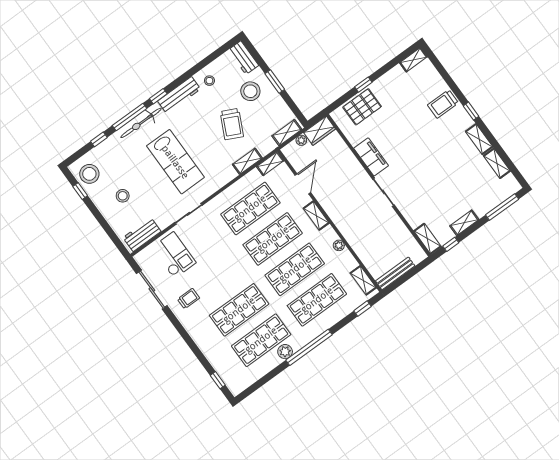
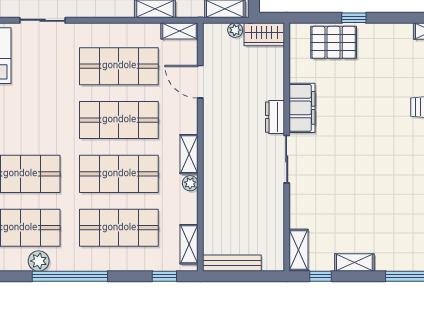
dresser: (360, 173) -> (275, 117), added
door: (303, 184) -> (200, 82), swing flipped
shelving: (316, 216) -> (189, 154), moved

